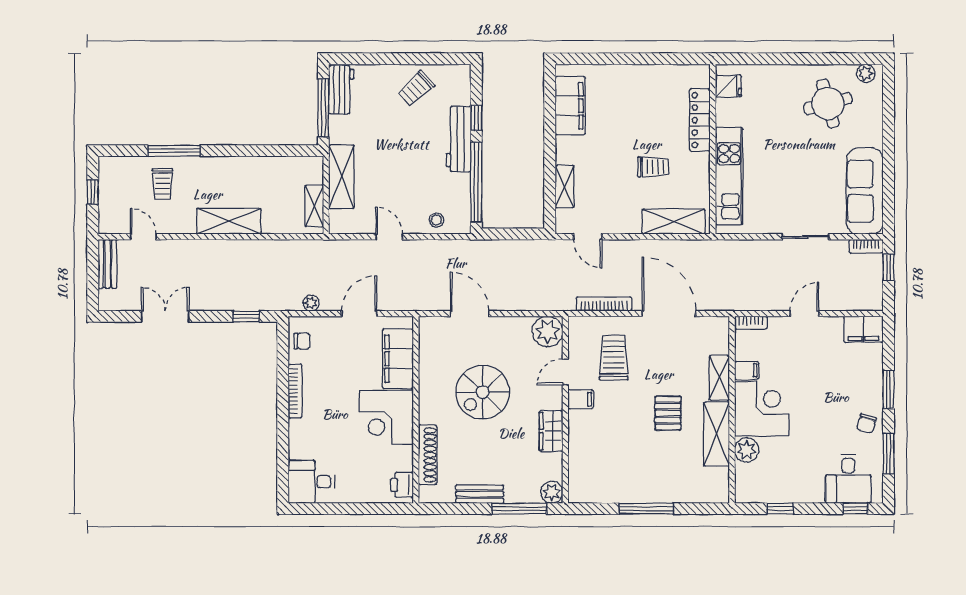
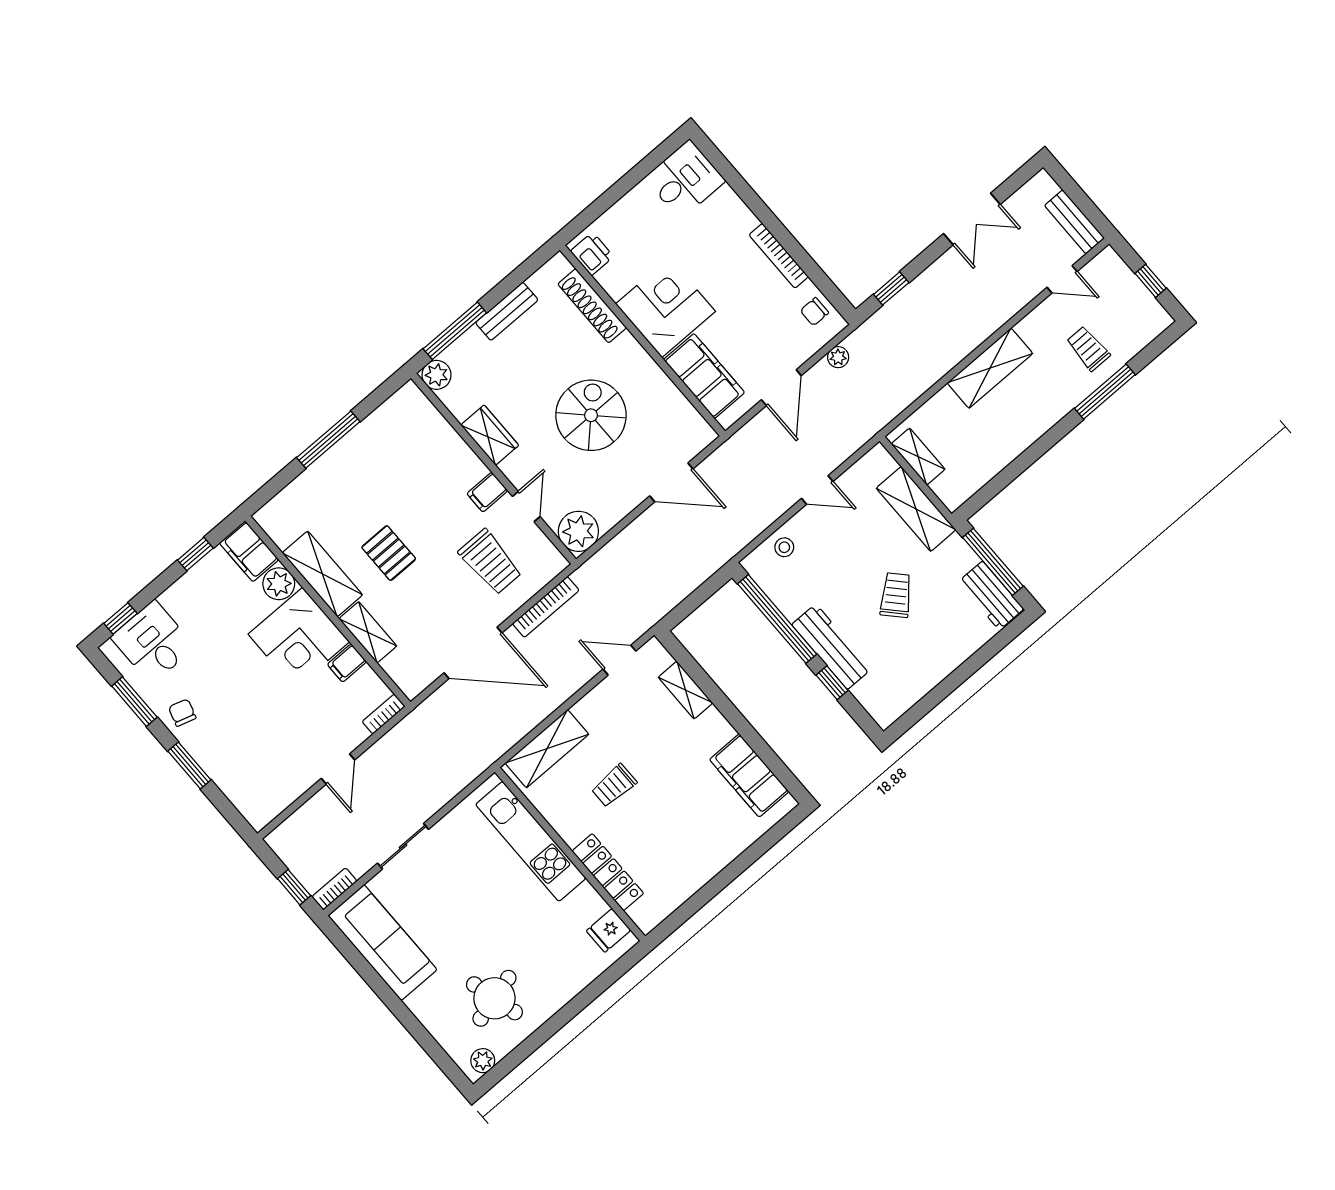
trolley: (416, 89) -> (896, 595), moved
filing cabinet: (863, 329) -> (249, 551), moved, turned -90

